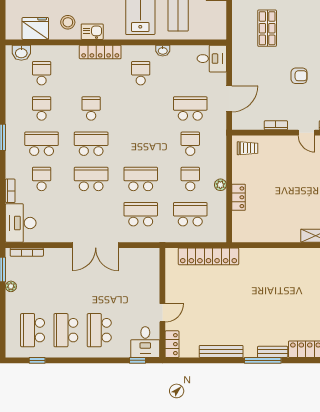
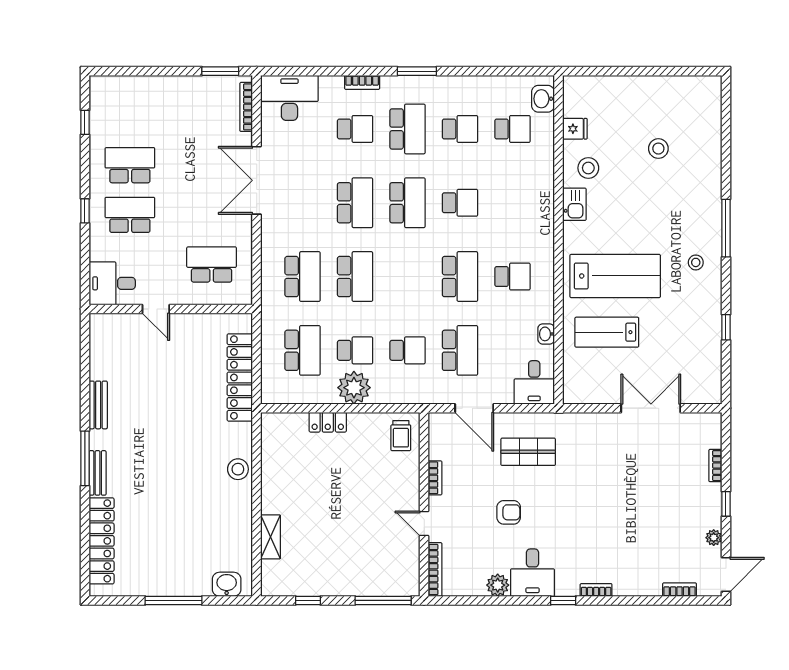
fridge: (35, 28) -> (575, 129), width x0.53, depth x0.75
shop shelf: (267, 28) -> (528, 452), moved
washbasin: (163, 51) -> (546, 334), moved
locker: (100, 52) -> (544, 216), removed
armchair: (299, 76) -> (509, 512), turned -90
school desk: (141, 108) -> (460, 277), added
door: (306, 133) -> (424, 523), hinge flipped
plant: (220, 185) -> (354, 388), width x1.87, depth x1.87
bookcase: (10, 191) -> (362, 82), moved
double door: (96, 245) -> (257, 180), moved
stool: (270, 258) -> (238, 469), added
plant: (11, 286) -> (195, 83), removed
school desk: (33, 330) -> (212, 265), moved
locker: (172, 344) -> (109, 323), removed
bench: (221, 351) -> (98, 405), width x0.73
window: (138, 360) -> (85, 211), moved

